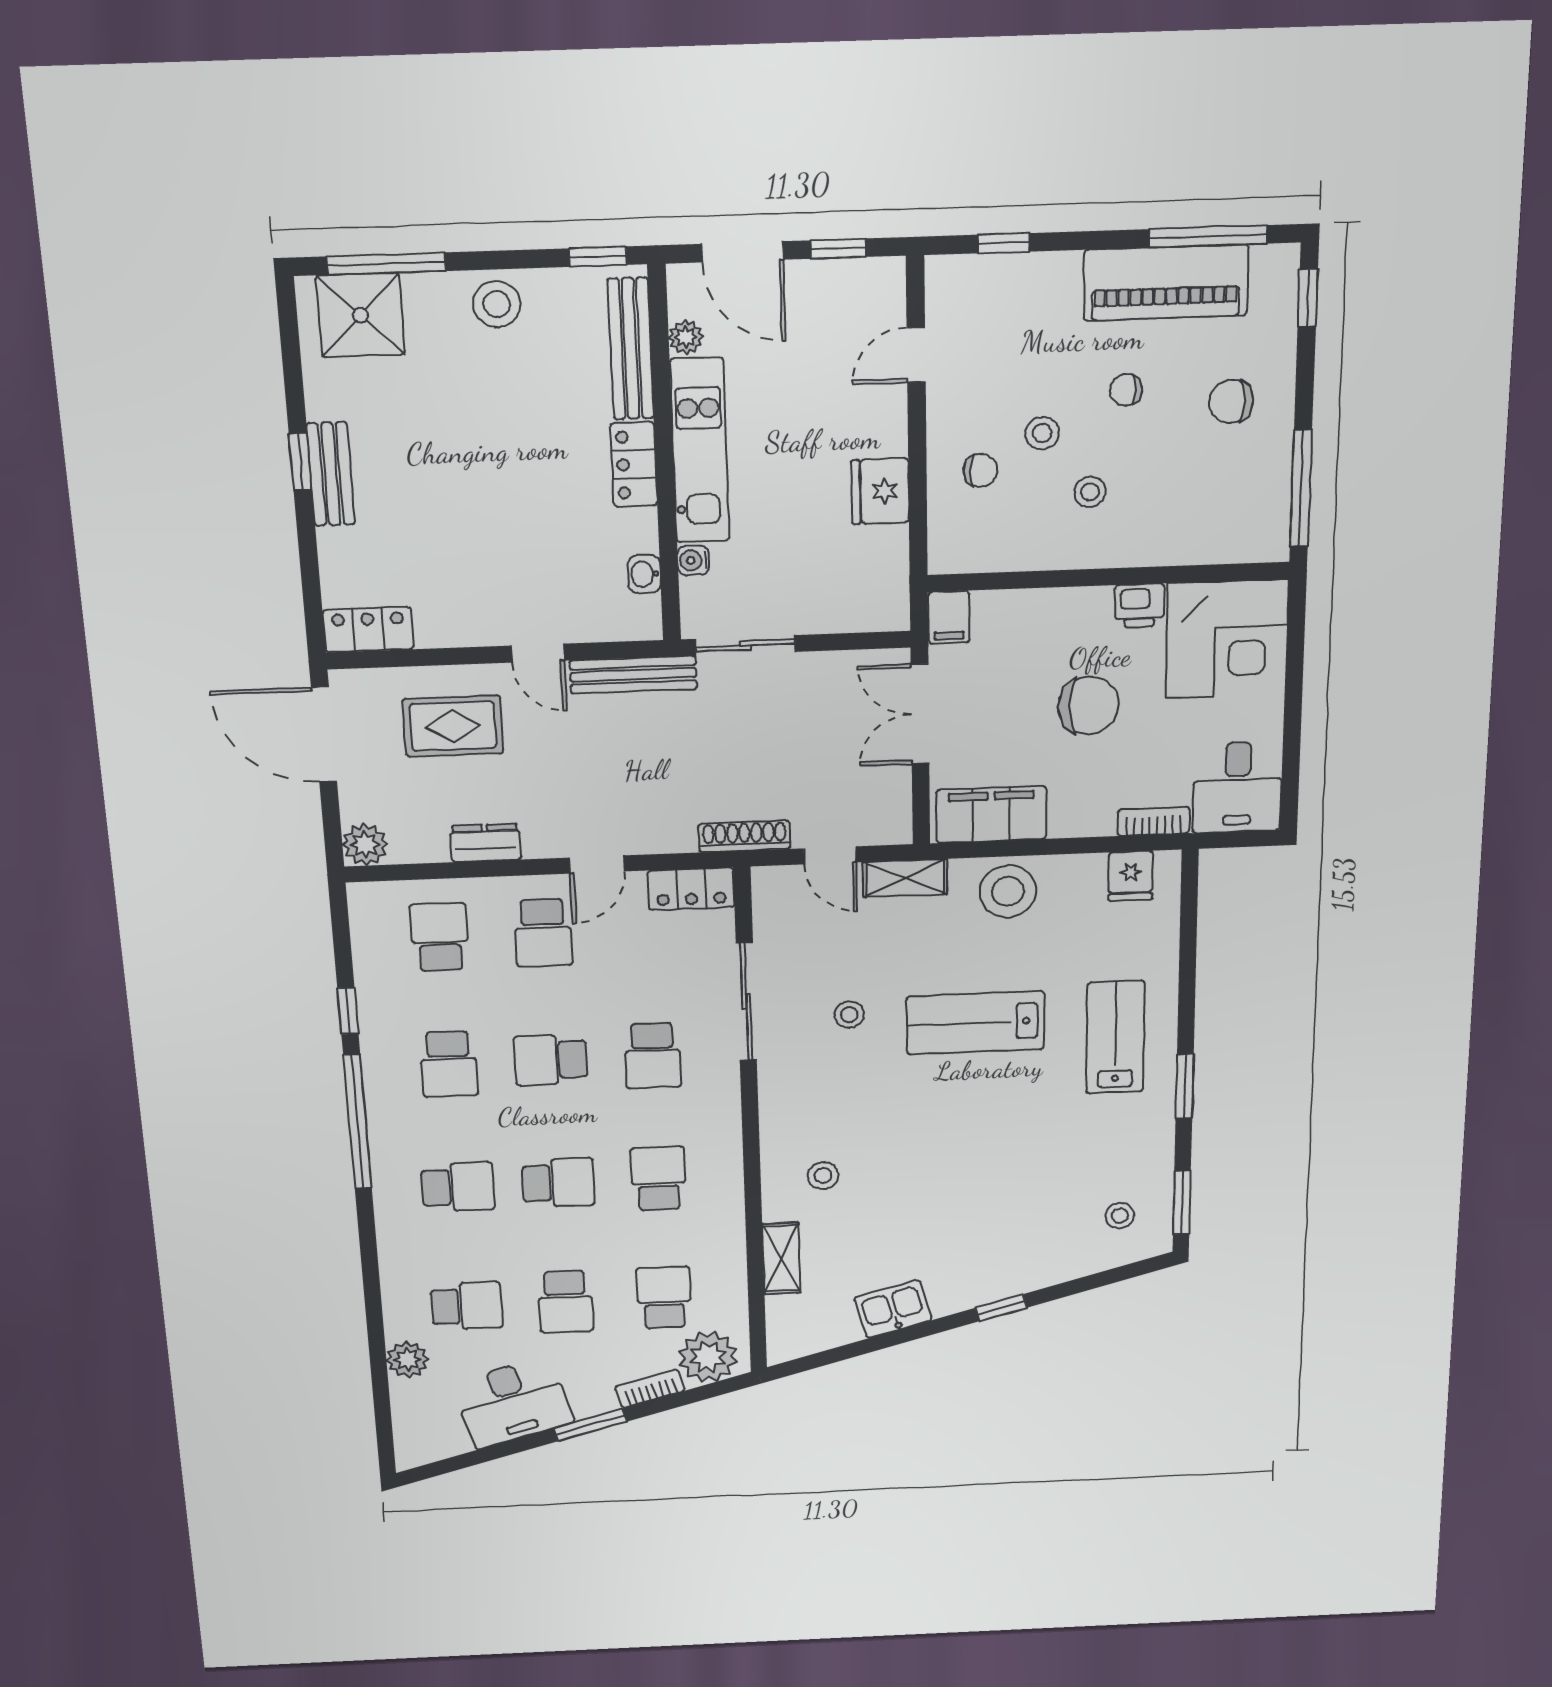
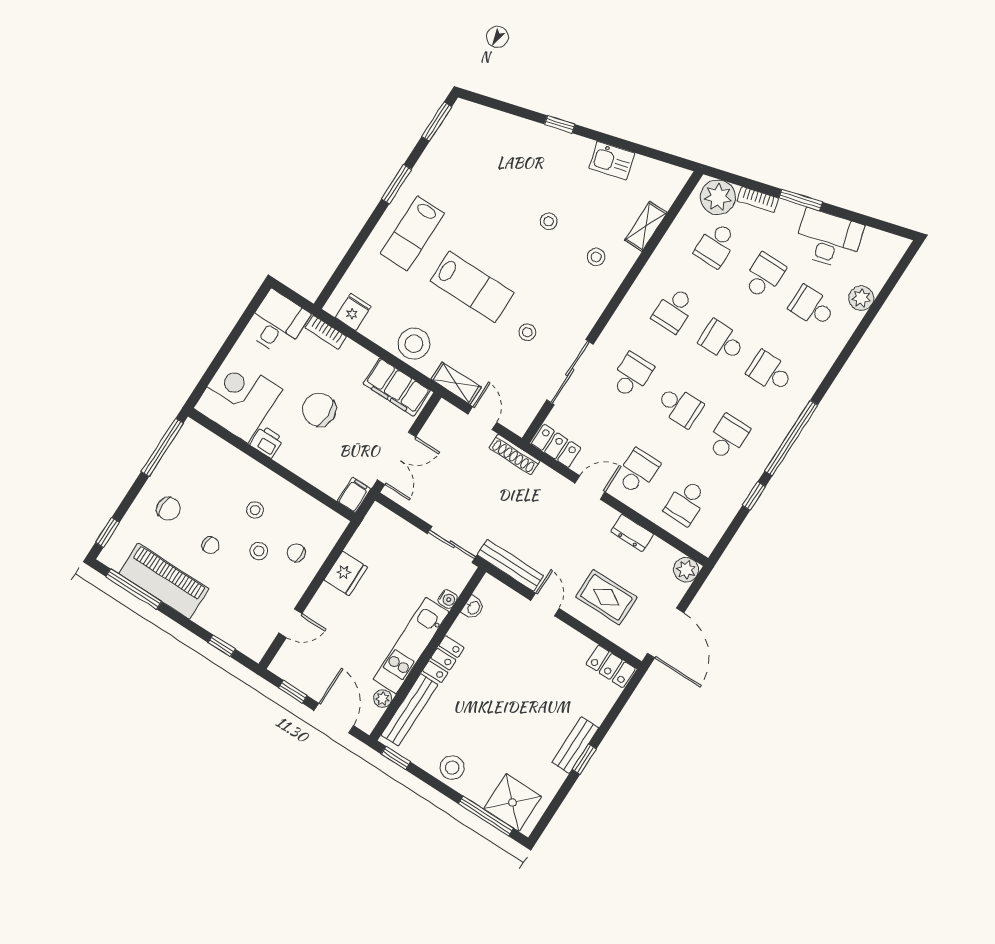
stool: (1120, 1216) -> (549, 221), moved

